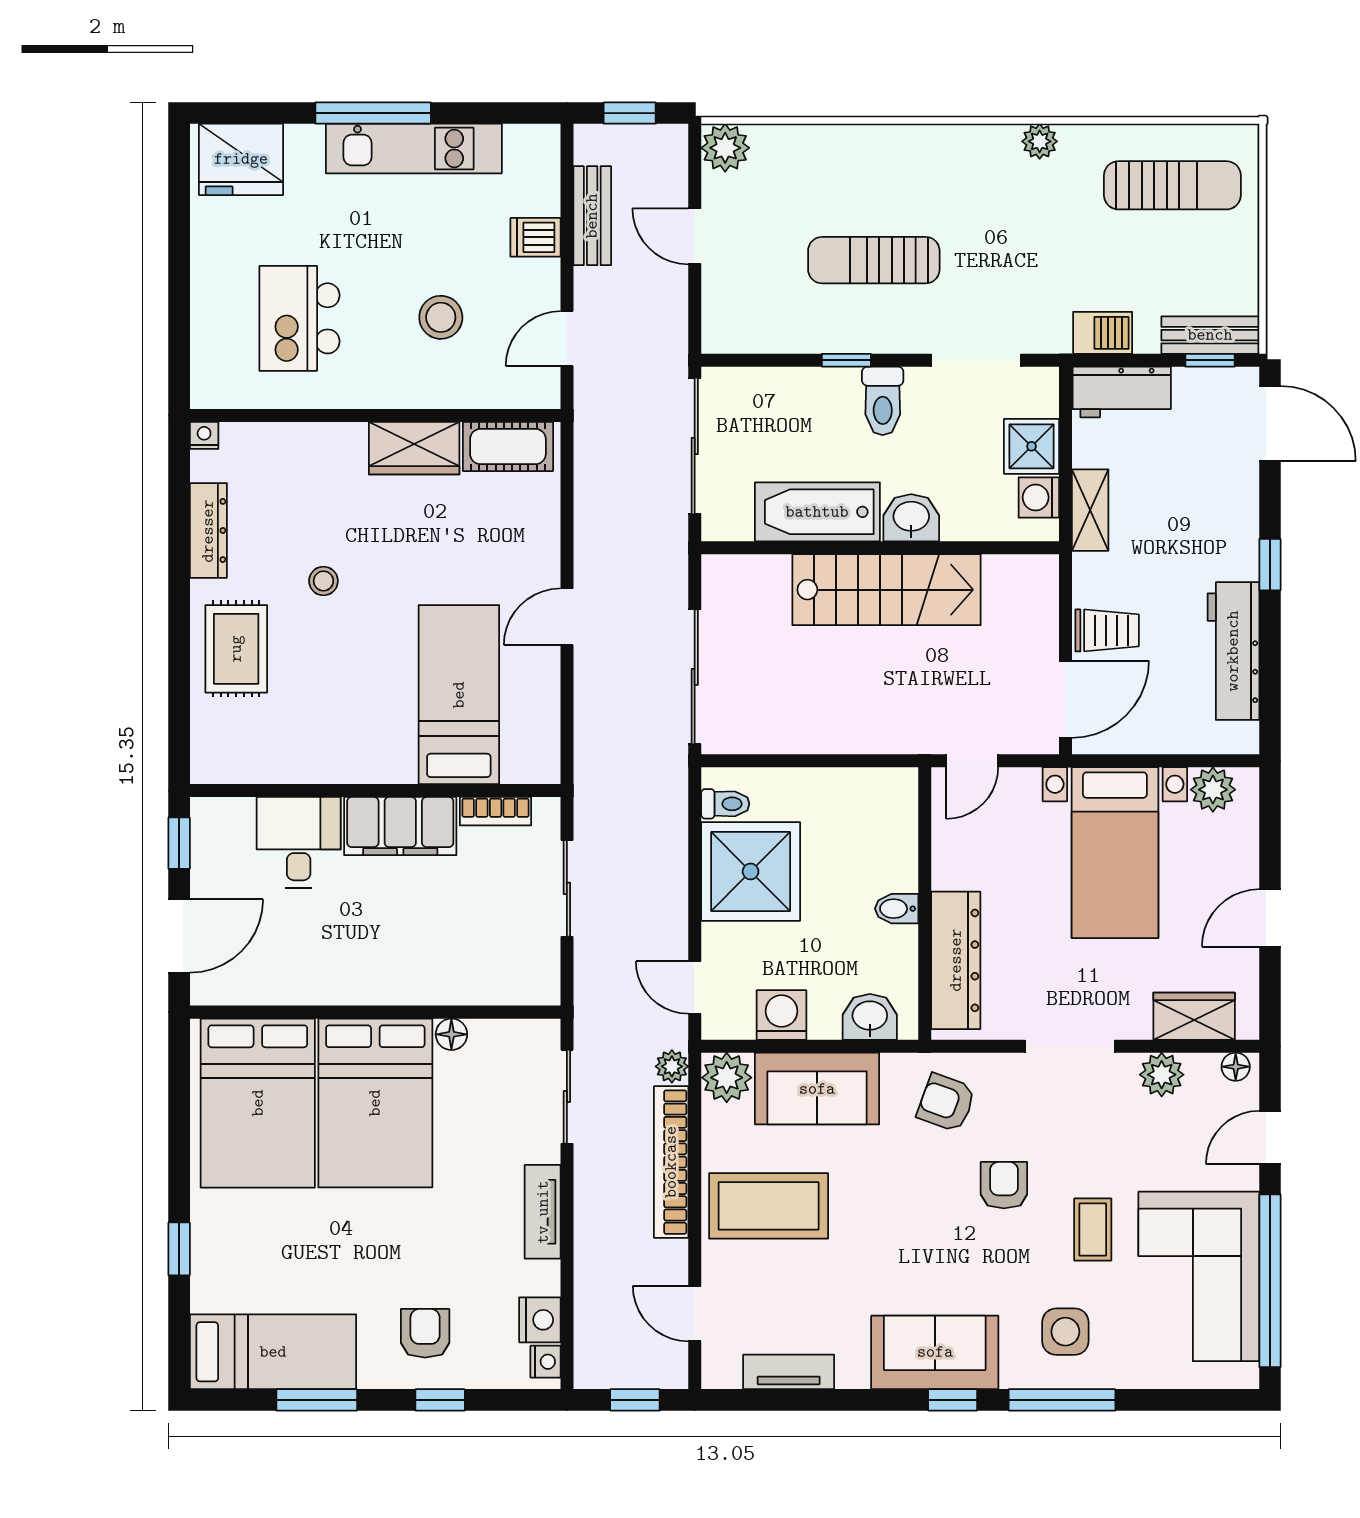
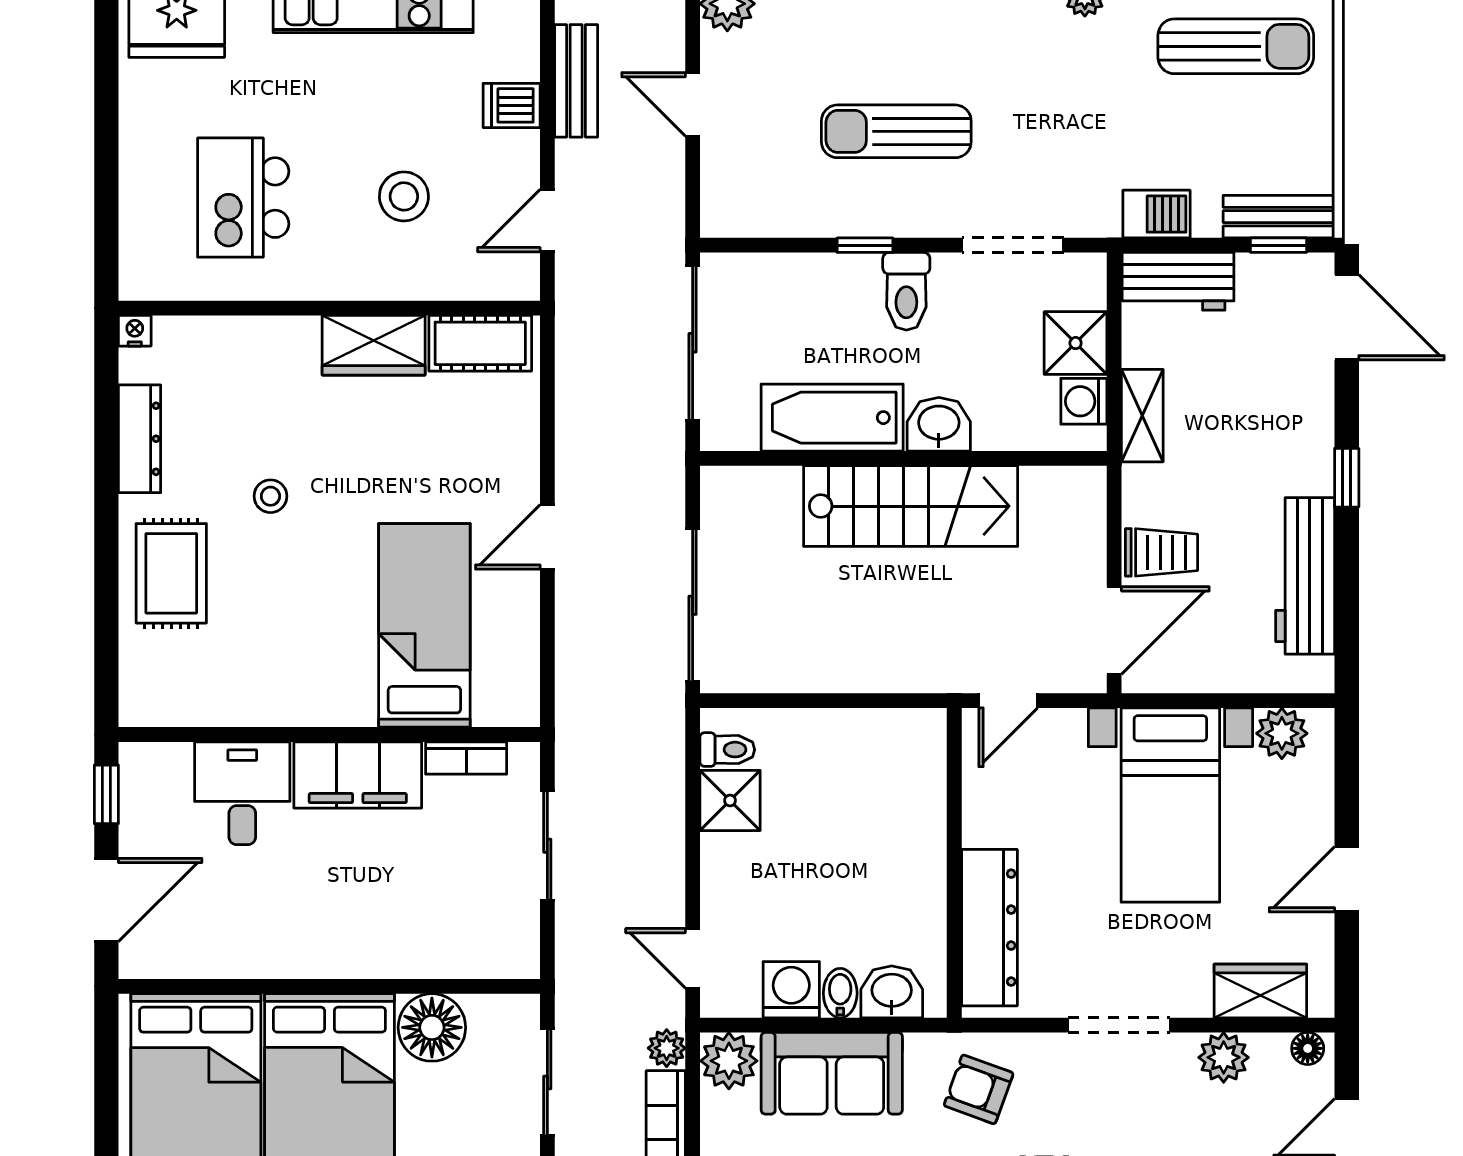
shower: (751, 871) -> (730, 800), width x0.54, depth x0.54
bidet: (897, 909) -> (840, 993), moved, turned 90
floor lamp: (451, 1034) -> (432, 1027), width x1.89, depth x1.89

